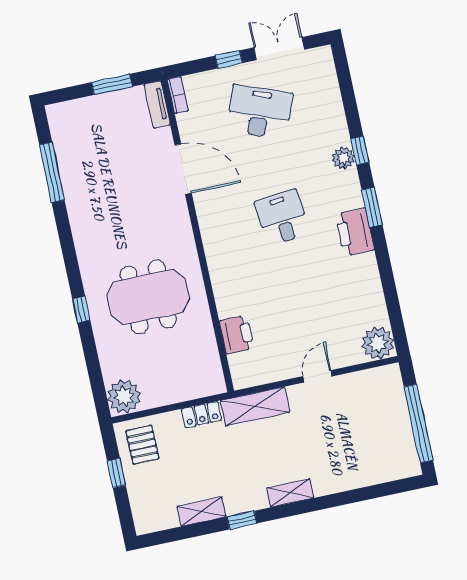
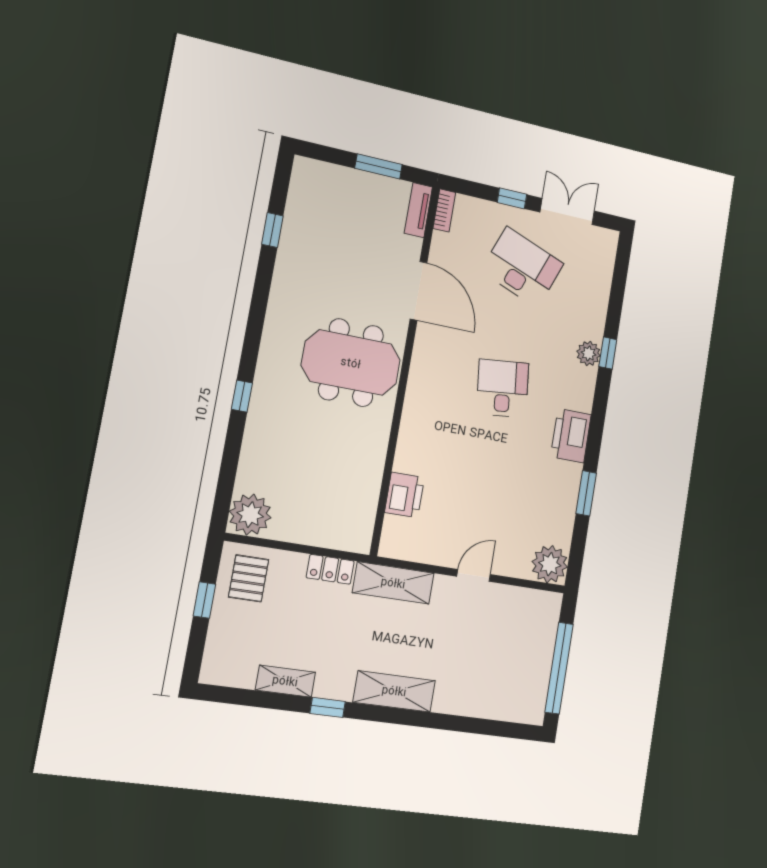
window: (52, 172) -> (272, 230), width x0.46
window: (372, 207) -> (586, 493), moved
meeting table: (148, 297) -> (351, 363), moved
shelving: (290, 493) -> (394, 691), width x1.50, depth x1.33

